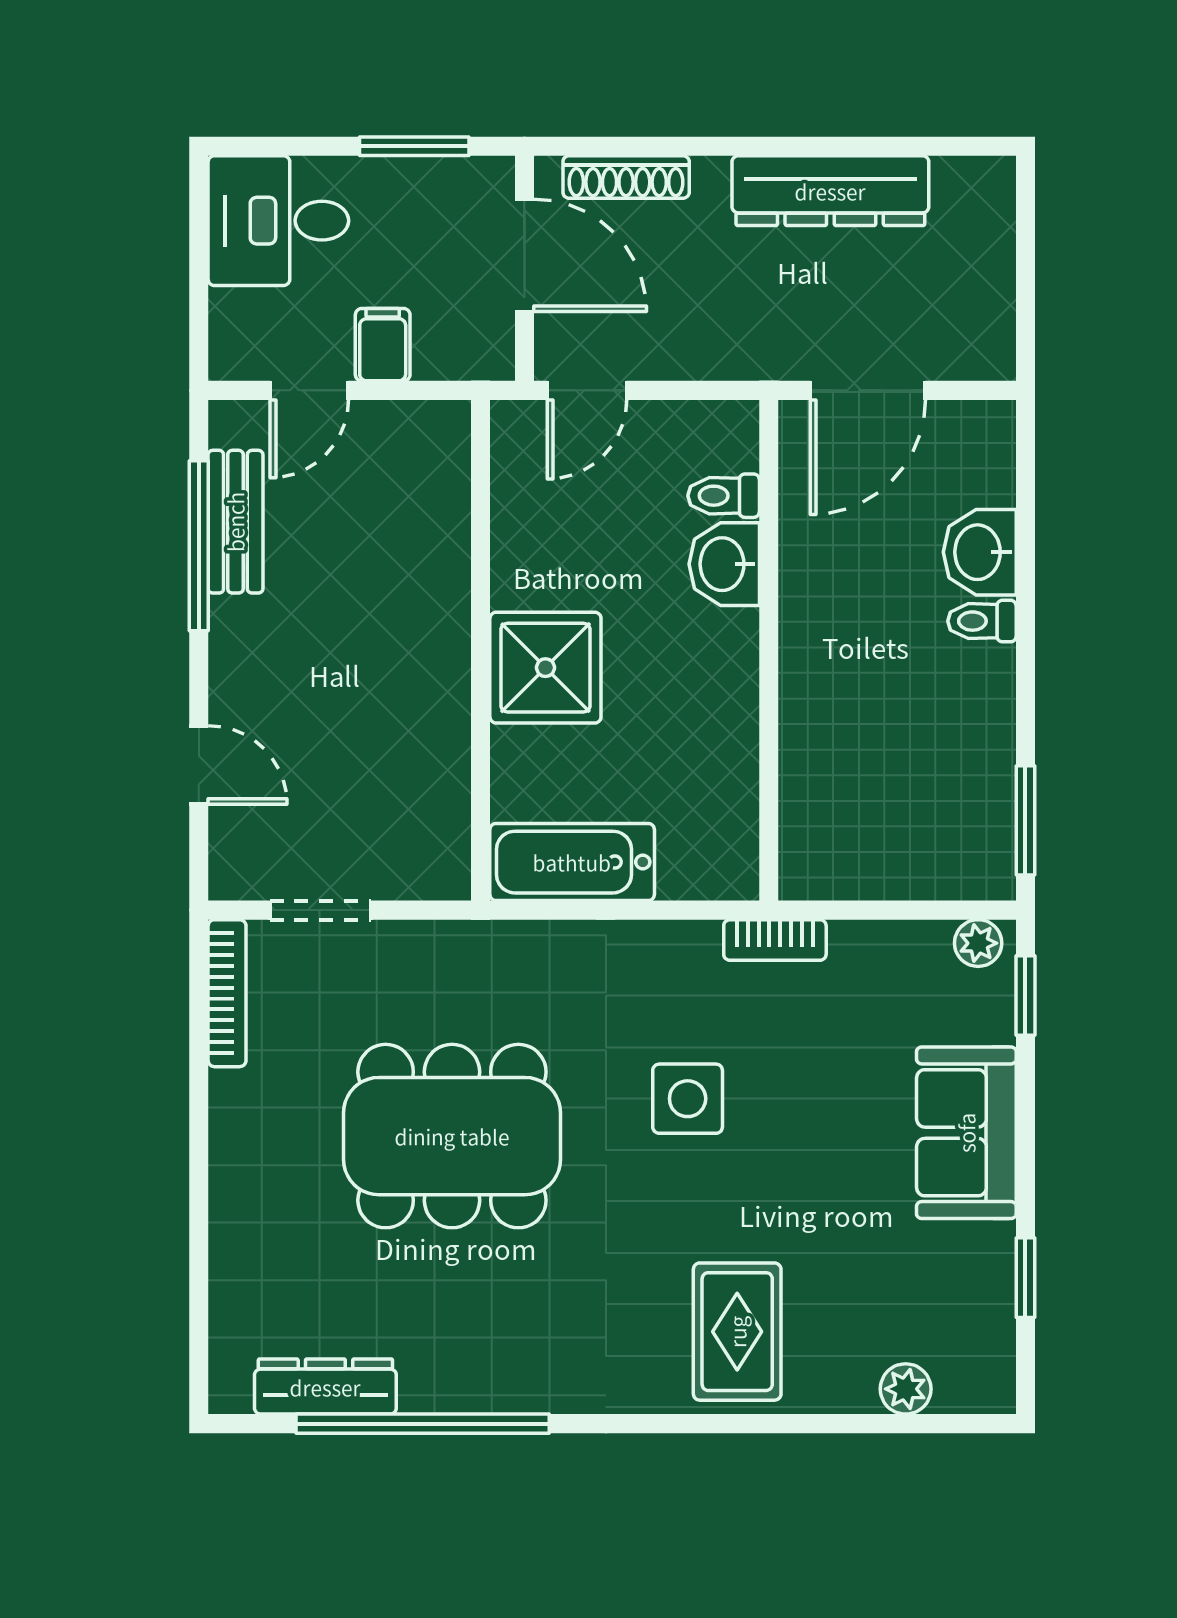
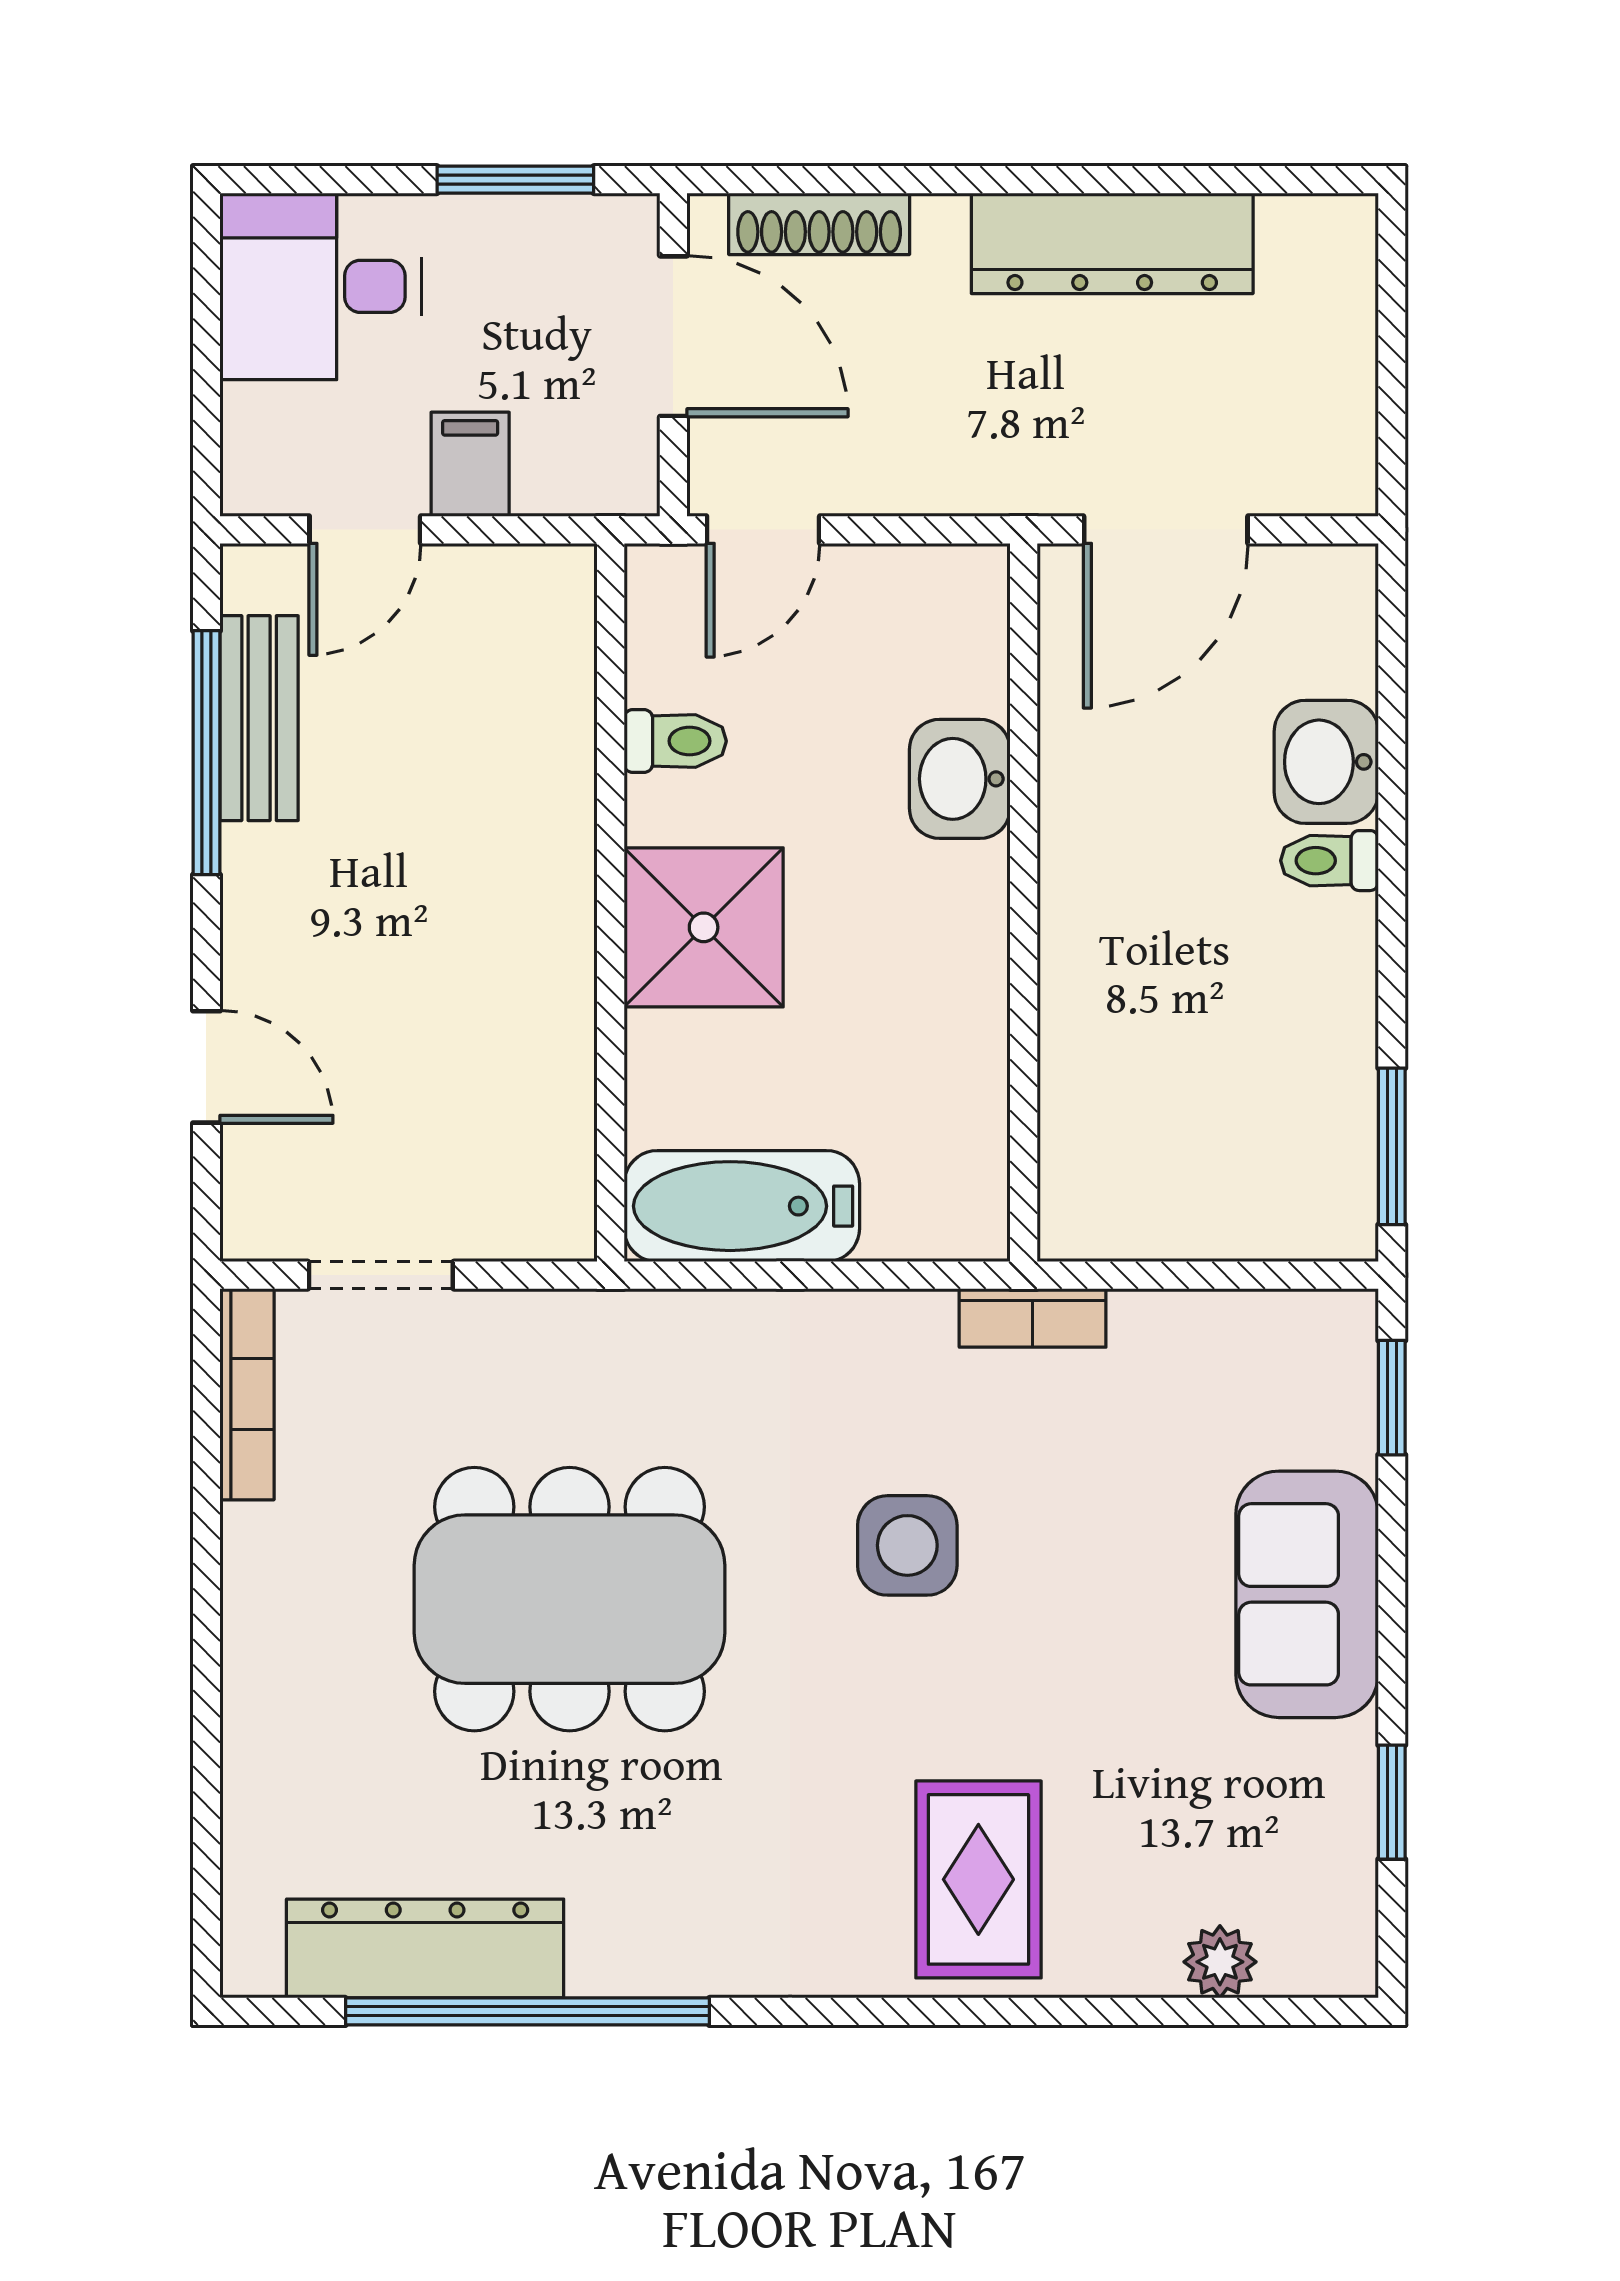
toilet: (724, 496) -> (675, 741), moved, turned 180
plant: (978, 943) -> (1324, 1322), removed
dresser: (325, 1387) -> (425, 1949), width x1.37, depth x1.24

